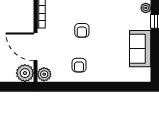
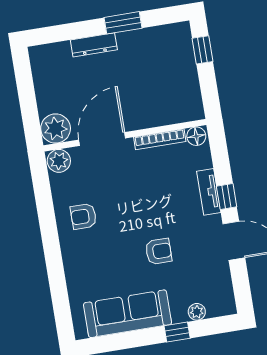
armchair: (82, 30) -> (159, 251), moved, turned 180
sofa: (140, 49) -> (128, 314), width x1.36

